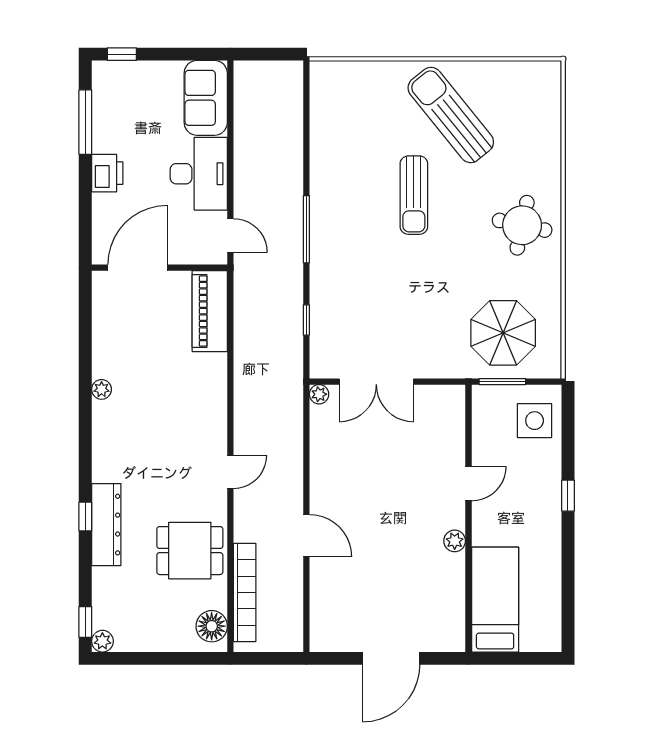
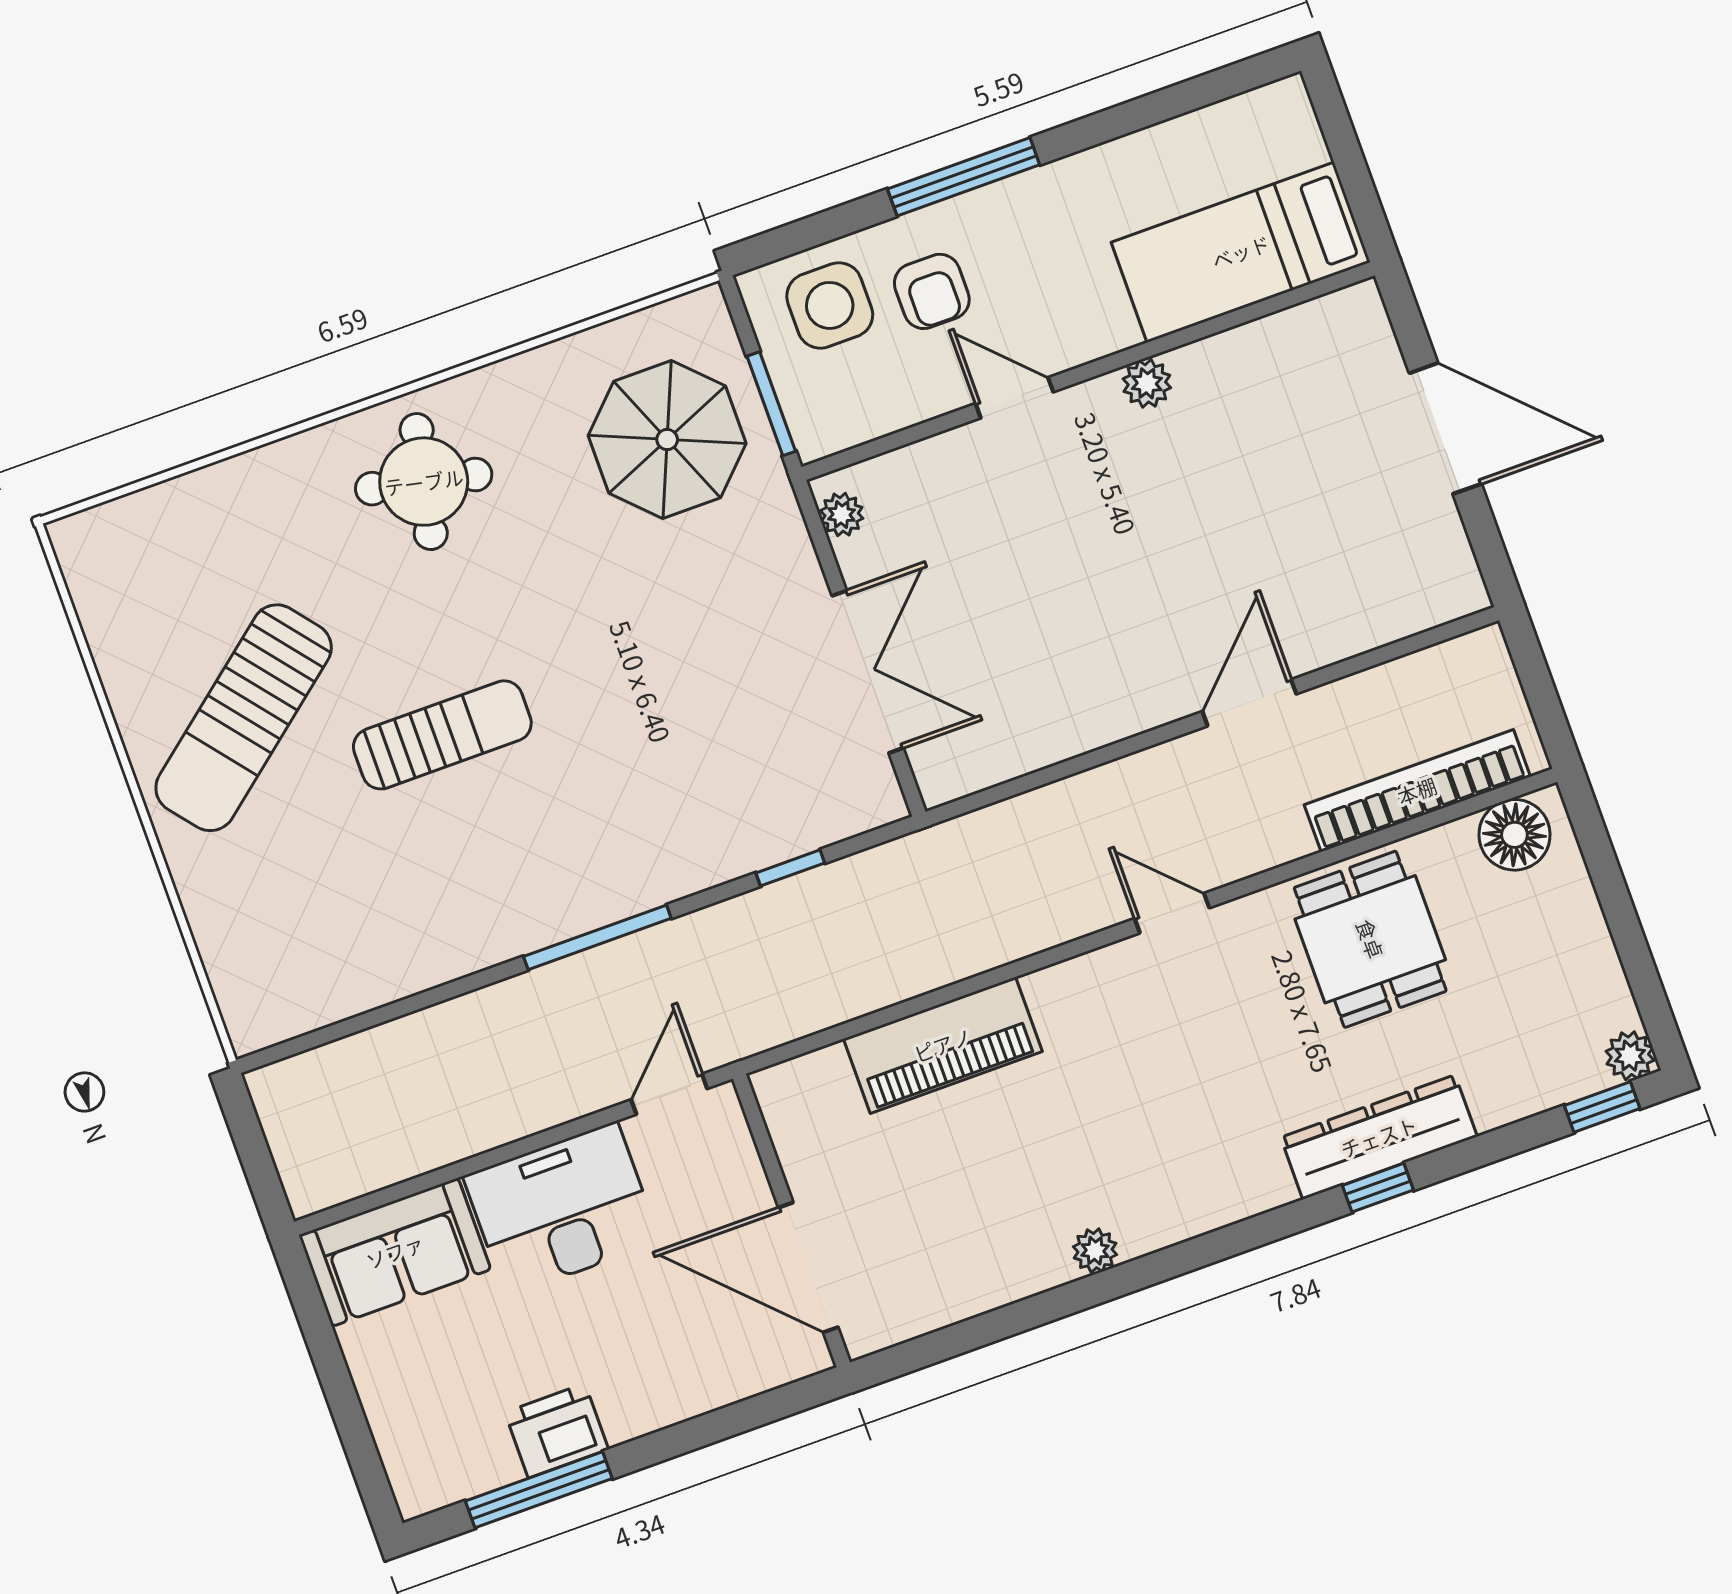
window: (122, 54) -> (366, 1464), removed
printer: (107, 173) -> (557, 1431), moved
piano: (210, 311) -> (943, 1045), moved
plant: (319, 394) -> (842, 515), moved
armchair: (525, 465) -> (932, 291), added
window: (568, 496) -> (964, 177), width x2.17

